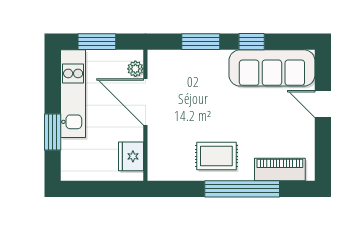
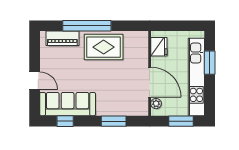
window: (252, 42) -> (65, 121), moved
kitchen unit: (73, 94) -> (196, 77), width x1.36
rug: (216, 156) -> (104, 47), width x1.36, depth x1.43

